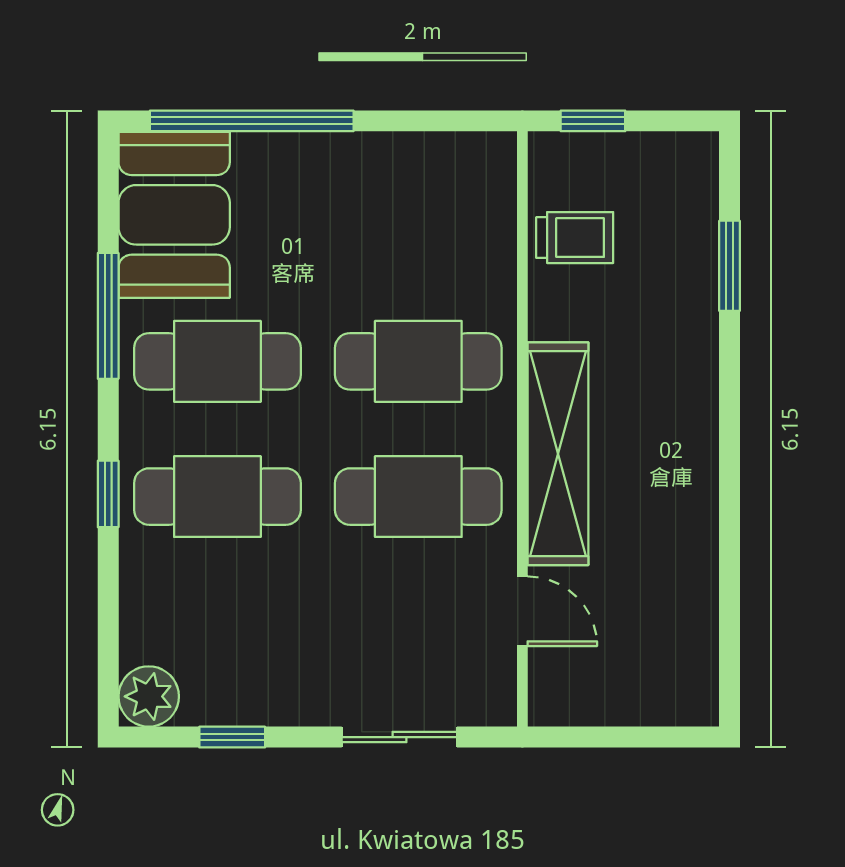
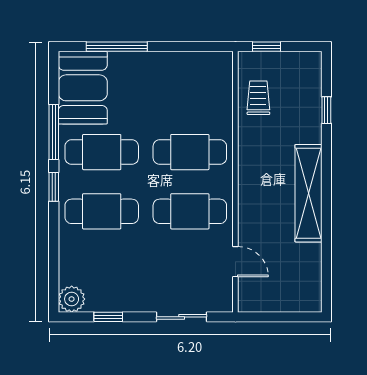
window: (252, 121) -> (117, 47), width x0.68
trolley: (575, 238) -> (258, 98), turned -90
window: (730, 266) -> (326, 110), width x0.67
shelving: (558, 454) -> (308, 193), moved
window: (108, 494) -> (54, 187), moved

